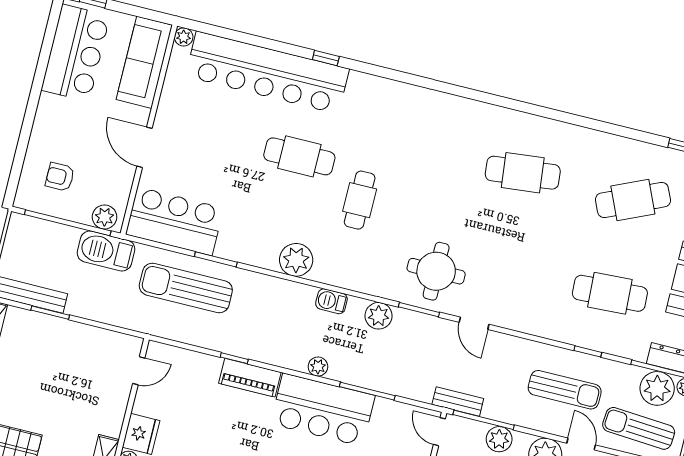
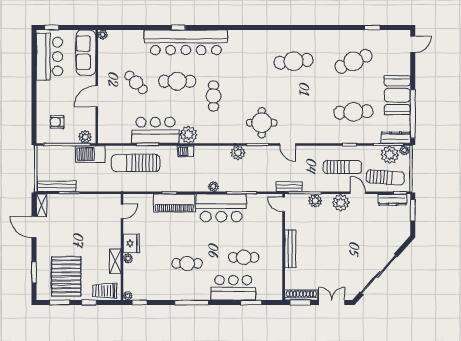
bar counter: (267, 73) -> (186, 42), moved
cafe table: (223, 140) -> (136, 82), added
door: (145, 147) -> (97, 96), hinge flipped
bar counter: (175, 221) -> (155, 130), moved
barbecue: (331, 301) -> (186, 151), moved
piano: (250, 378) -> (174, 203), width x1.37, depth x1.33
sun lounger: (639, 428) -> (385, 177), turned 180

